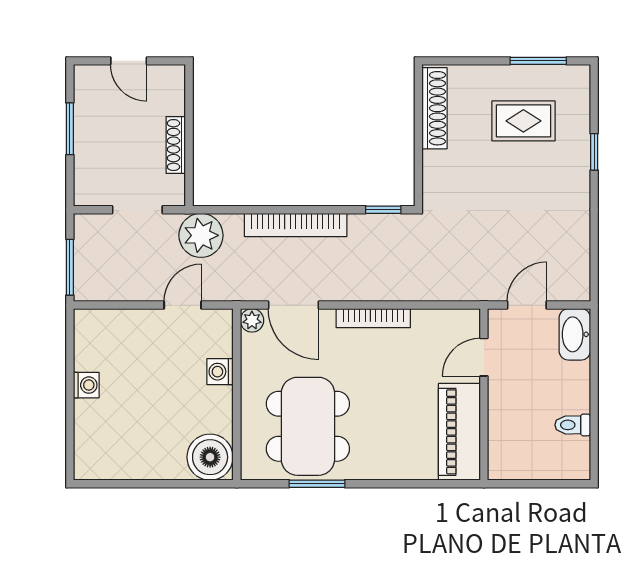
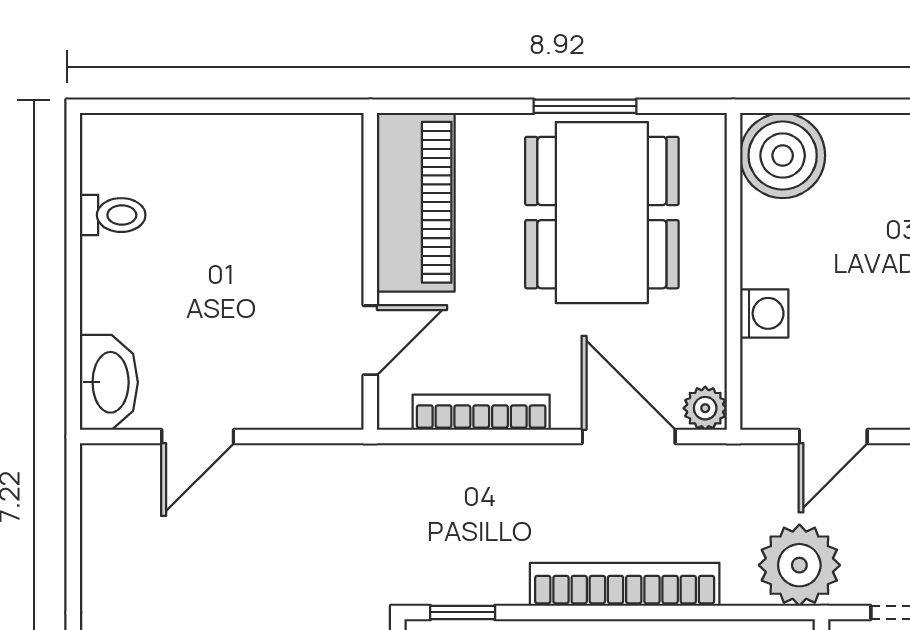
door: (484, 357) -> (370, 340), moved
wall: (484, 394) -> (370, 271), moved
piano: (459, 432) -> (416, 202), moved

